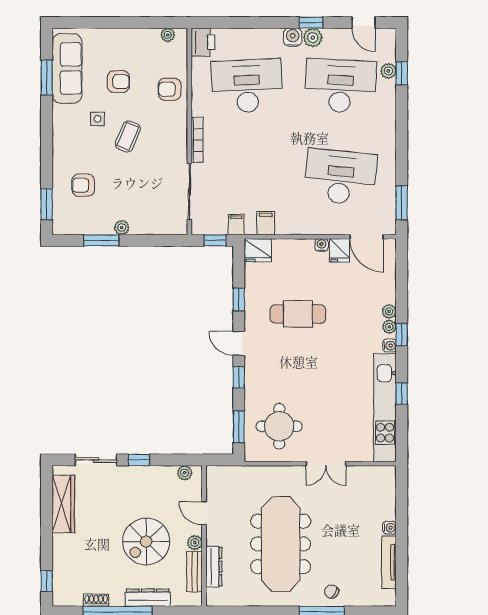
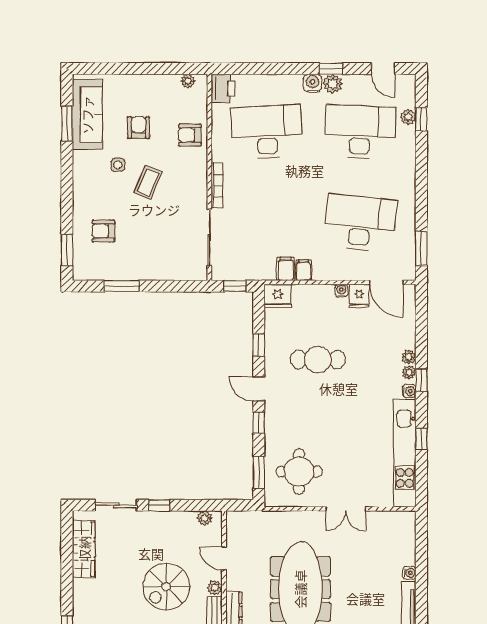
armchair: (118, 82) -> (139, 128), turned -90
filing cabinet: (236, 224) -> (304, 270), moved
plant: (122, 228) -> (142, 273), removed

